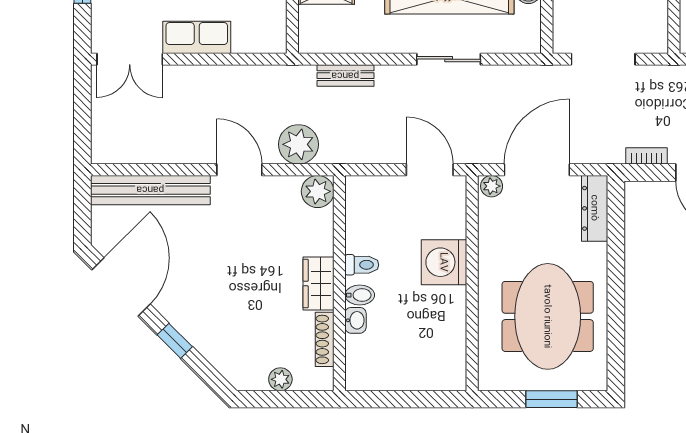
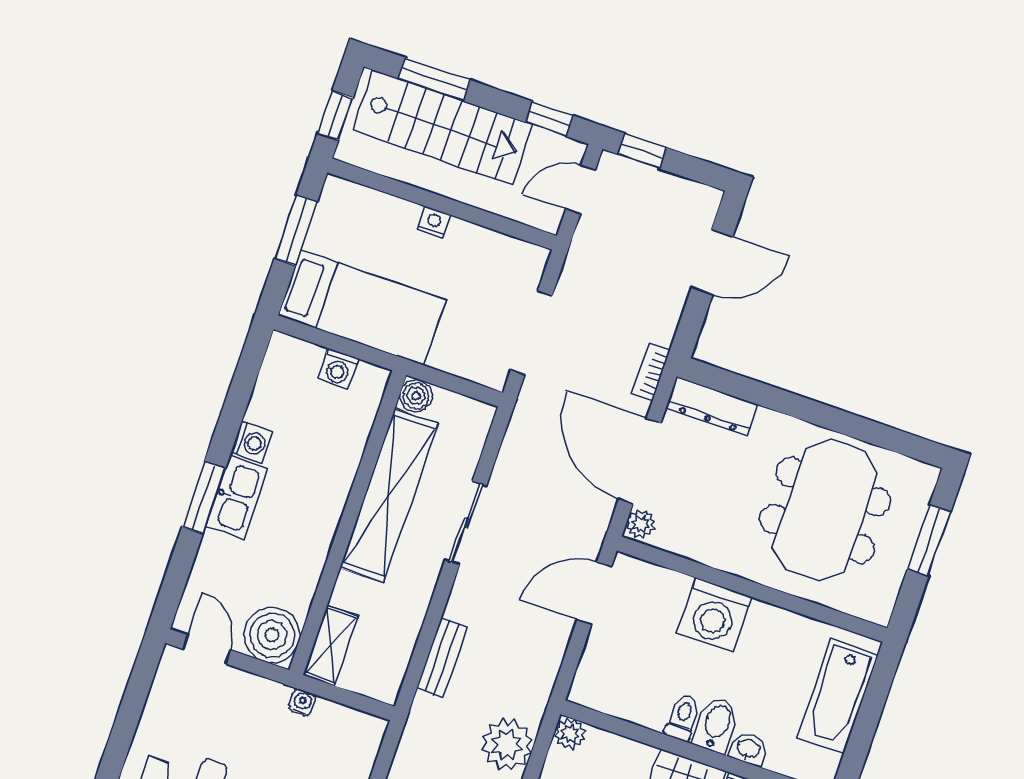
bookcase: (646, 156) -> (651, 373), moved
plant: (318, 191) -> (570, 734), width x0.73, depth x0.73
bidet: (360, 295) -> (717, 725), width x1.38, depth x1.36
meeting table: (548, 316) -> (825, 510), turned 90
bathtub: (416, 372) -> (838, 696), added

